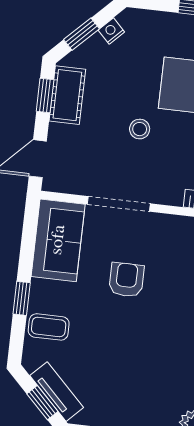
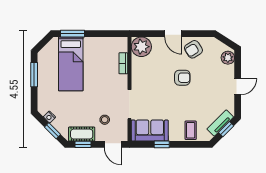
stool: (140, 129) -> (105, 120), moved
armchair: (126, 280) -> (182, 78), moved, turned 180
window: (22, 298) -> (162, 144), moved

